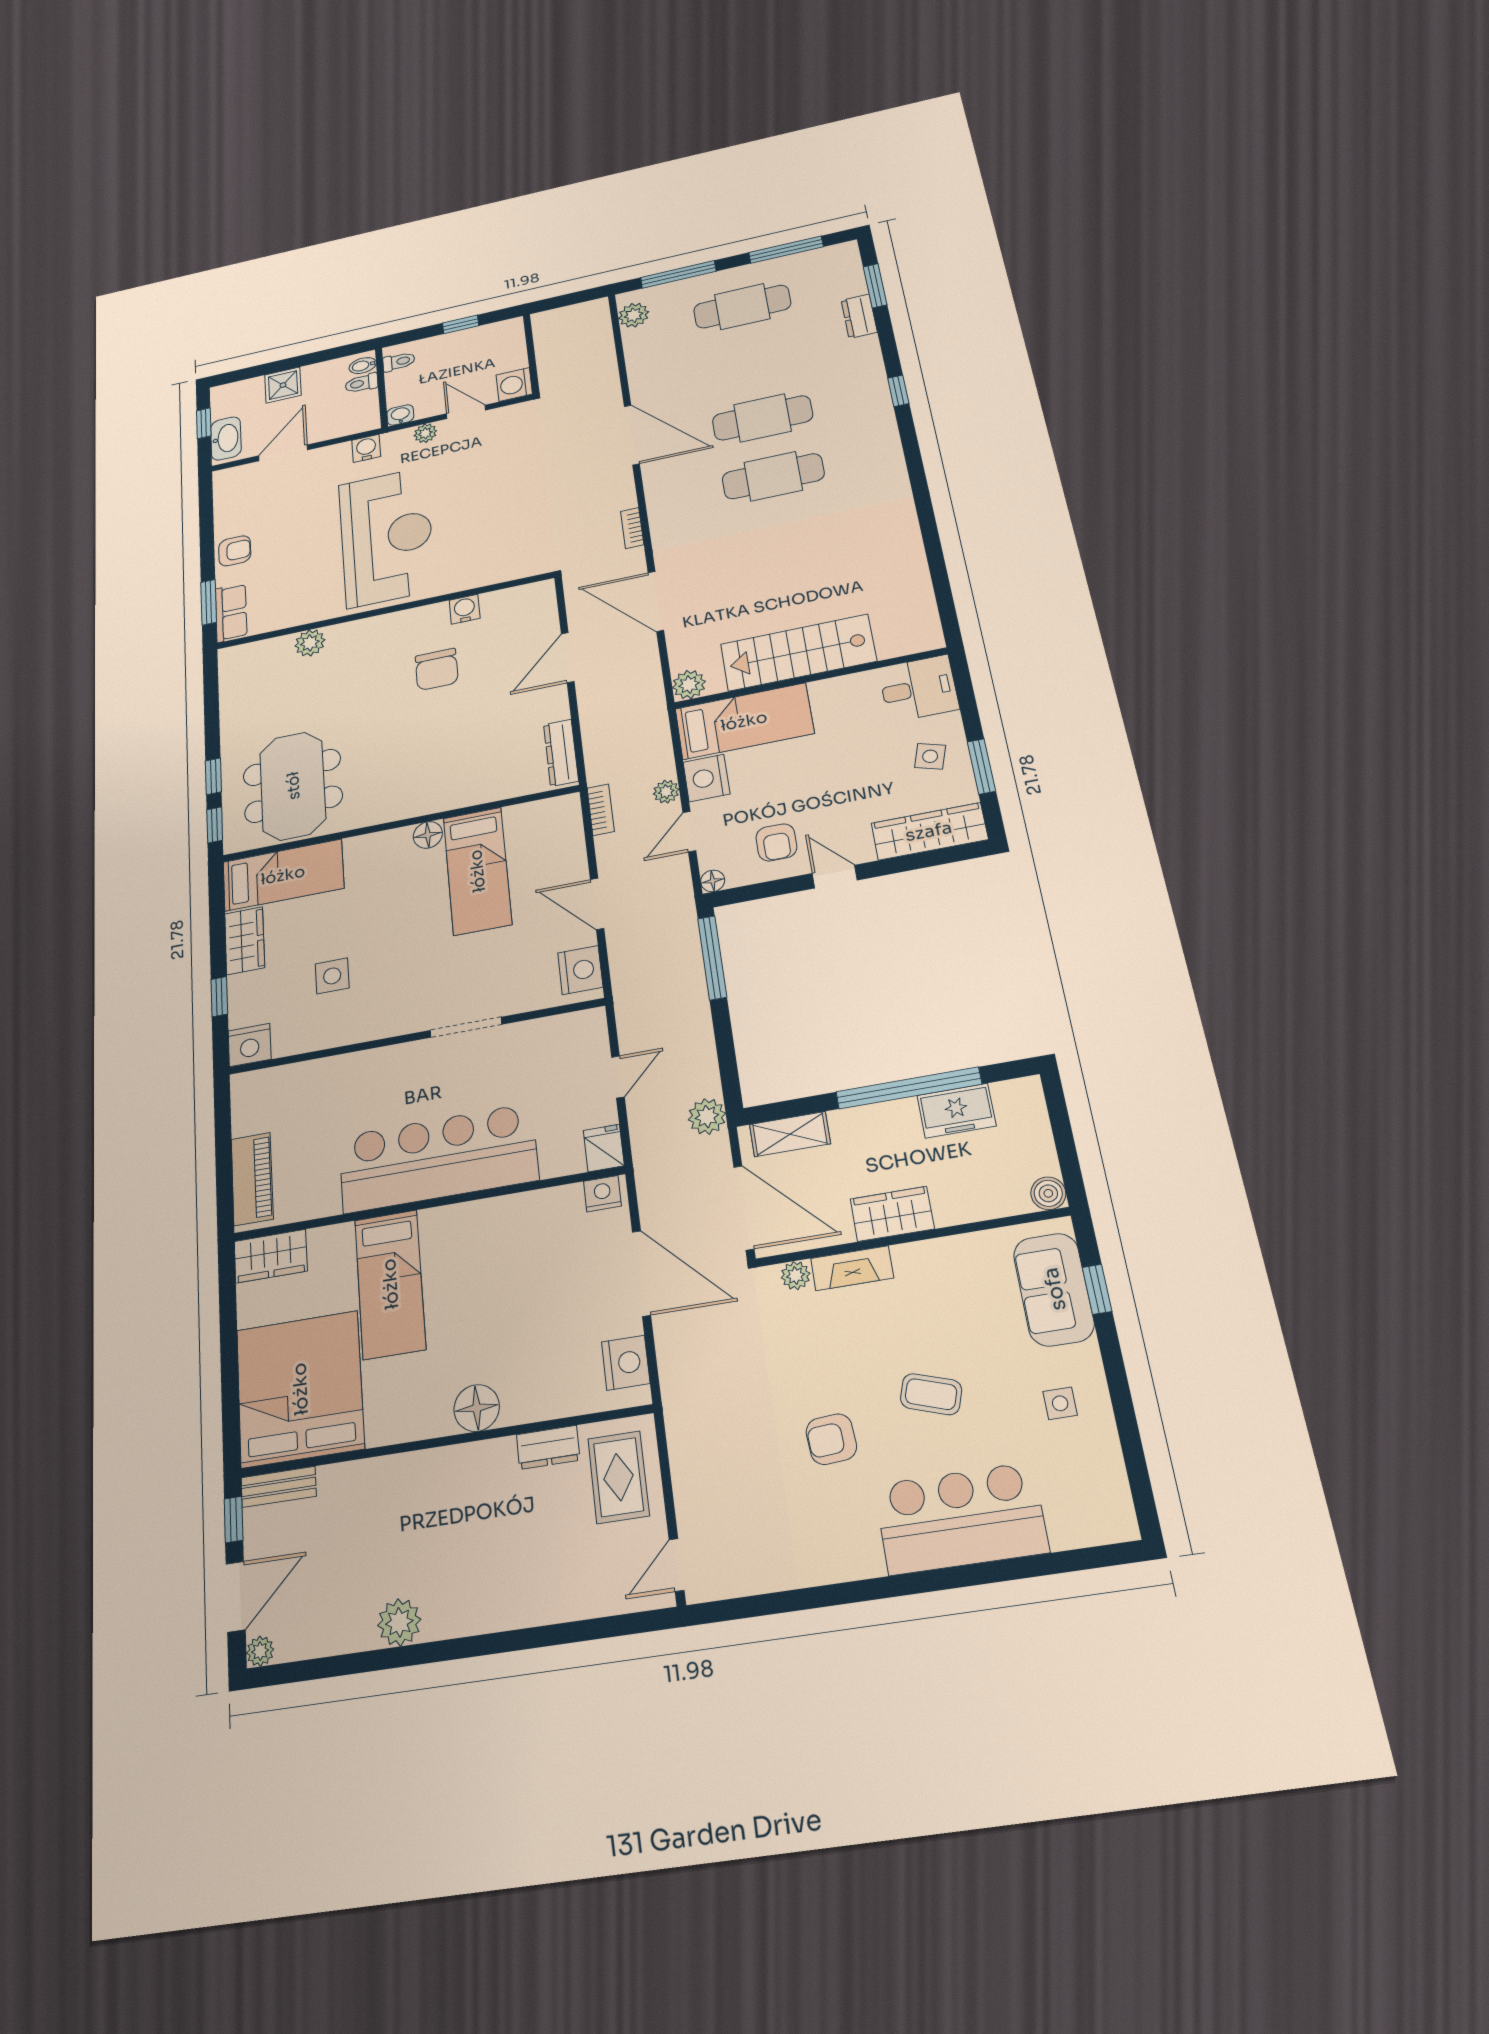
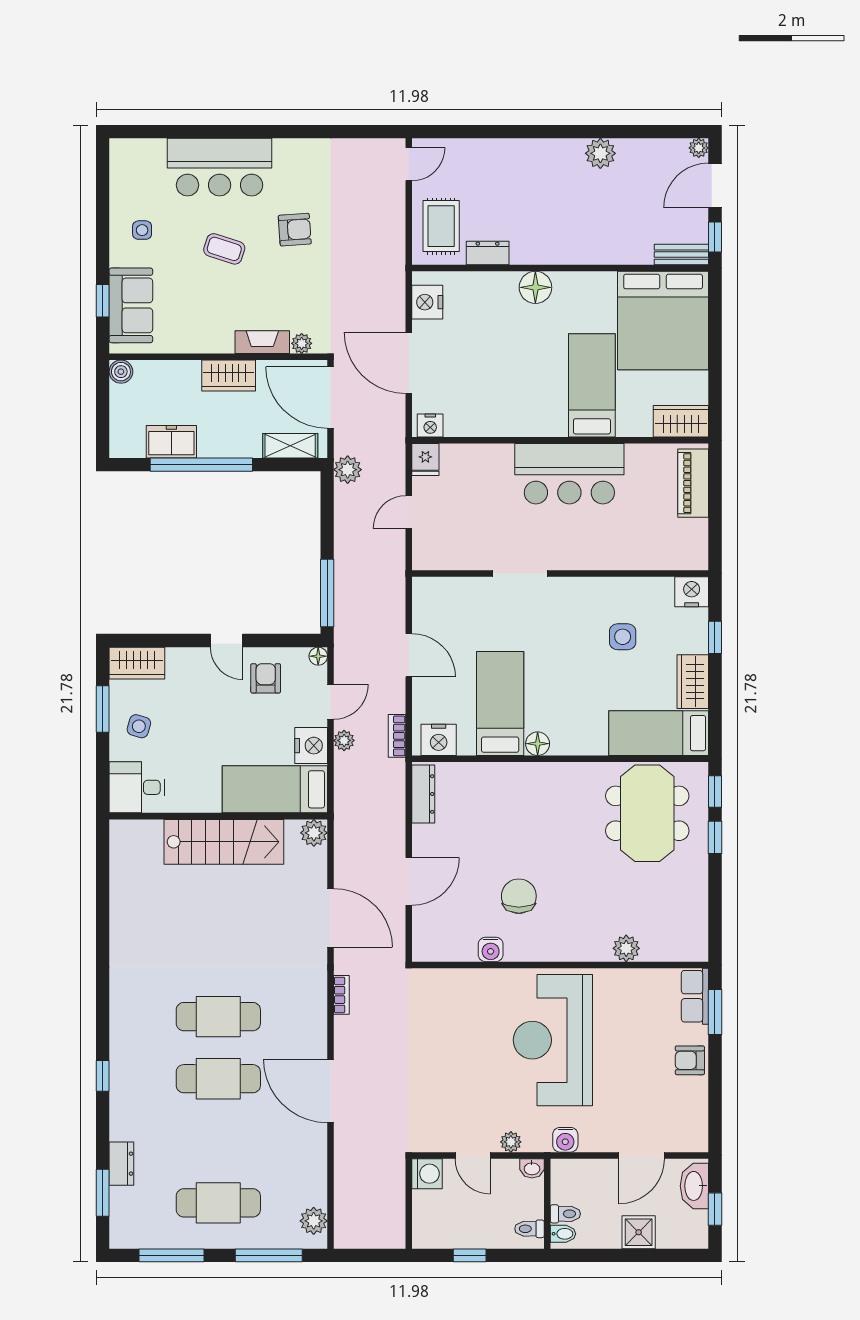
wardrobe: (929, 831) -> (137, 663), width x0.67
nightstand: (580, 970) -> (439, 740), moved, turned -90
bar counter: (438, 1158) -> (569, 474), width x0.73

